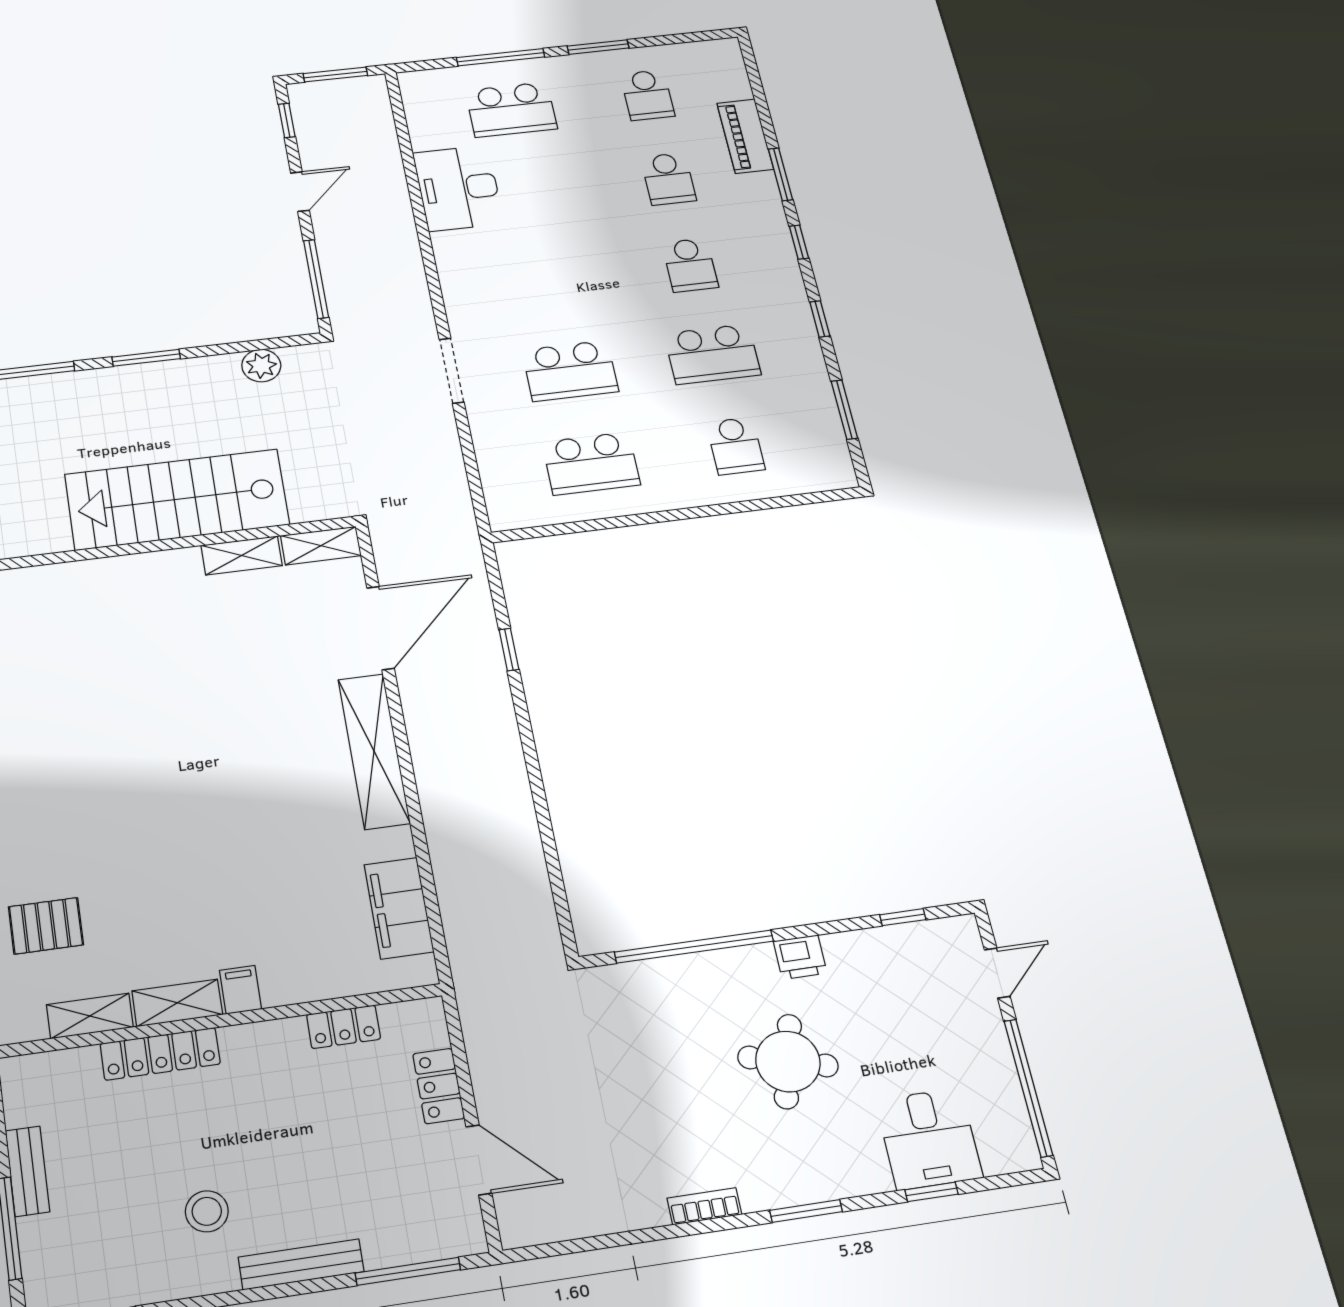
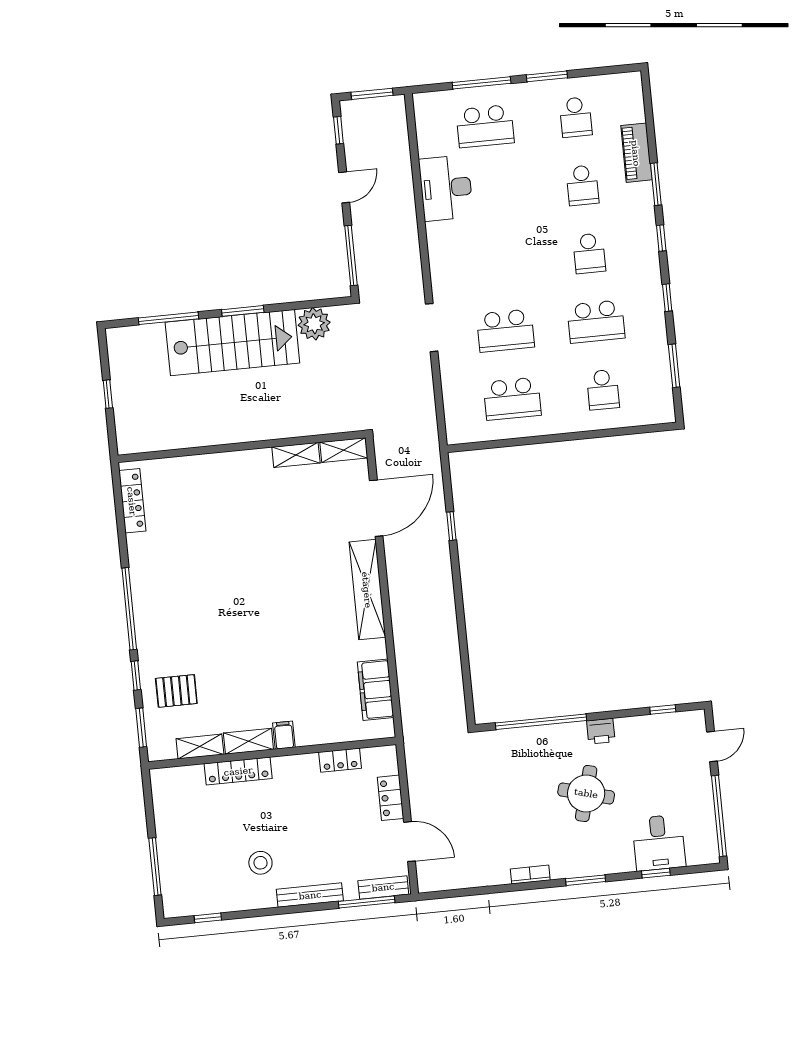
plant: (261, 366) -> (314, 324), width x1.36, depth x1.36
stairs: (177, 499) -> (232, 343), moved, turned 180
bench: (27, 1171) -> (383, 887), moved, turned 90

